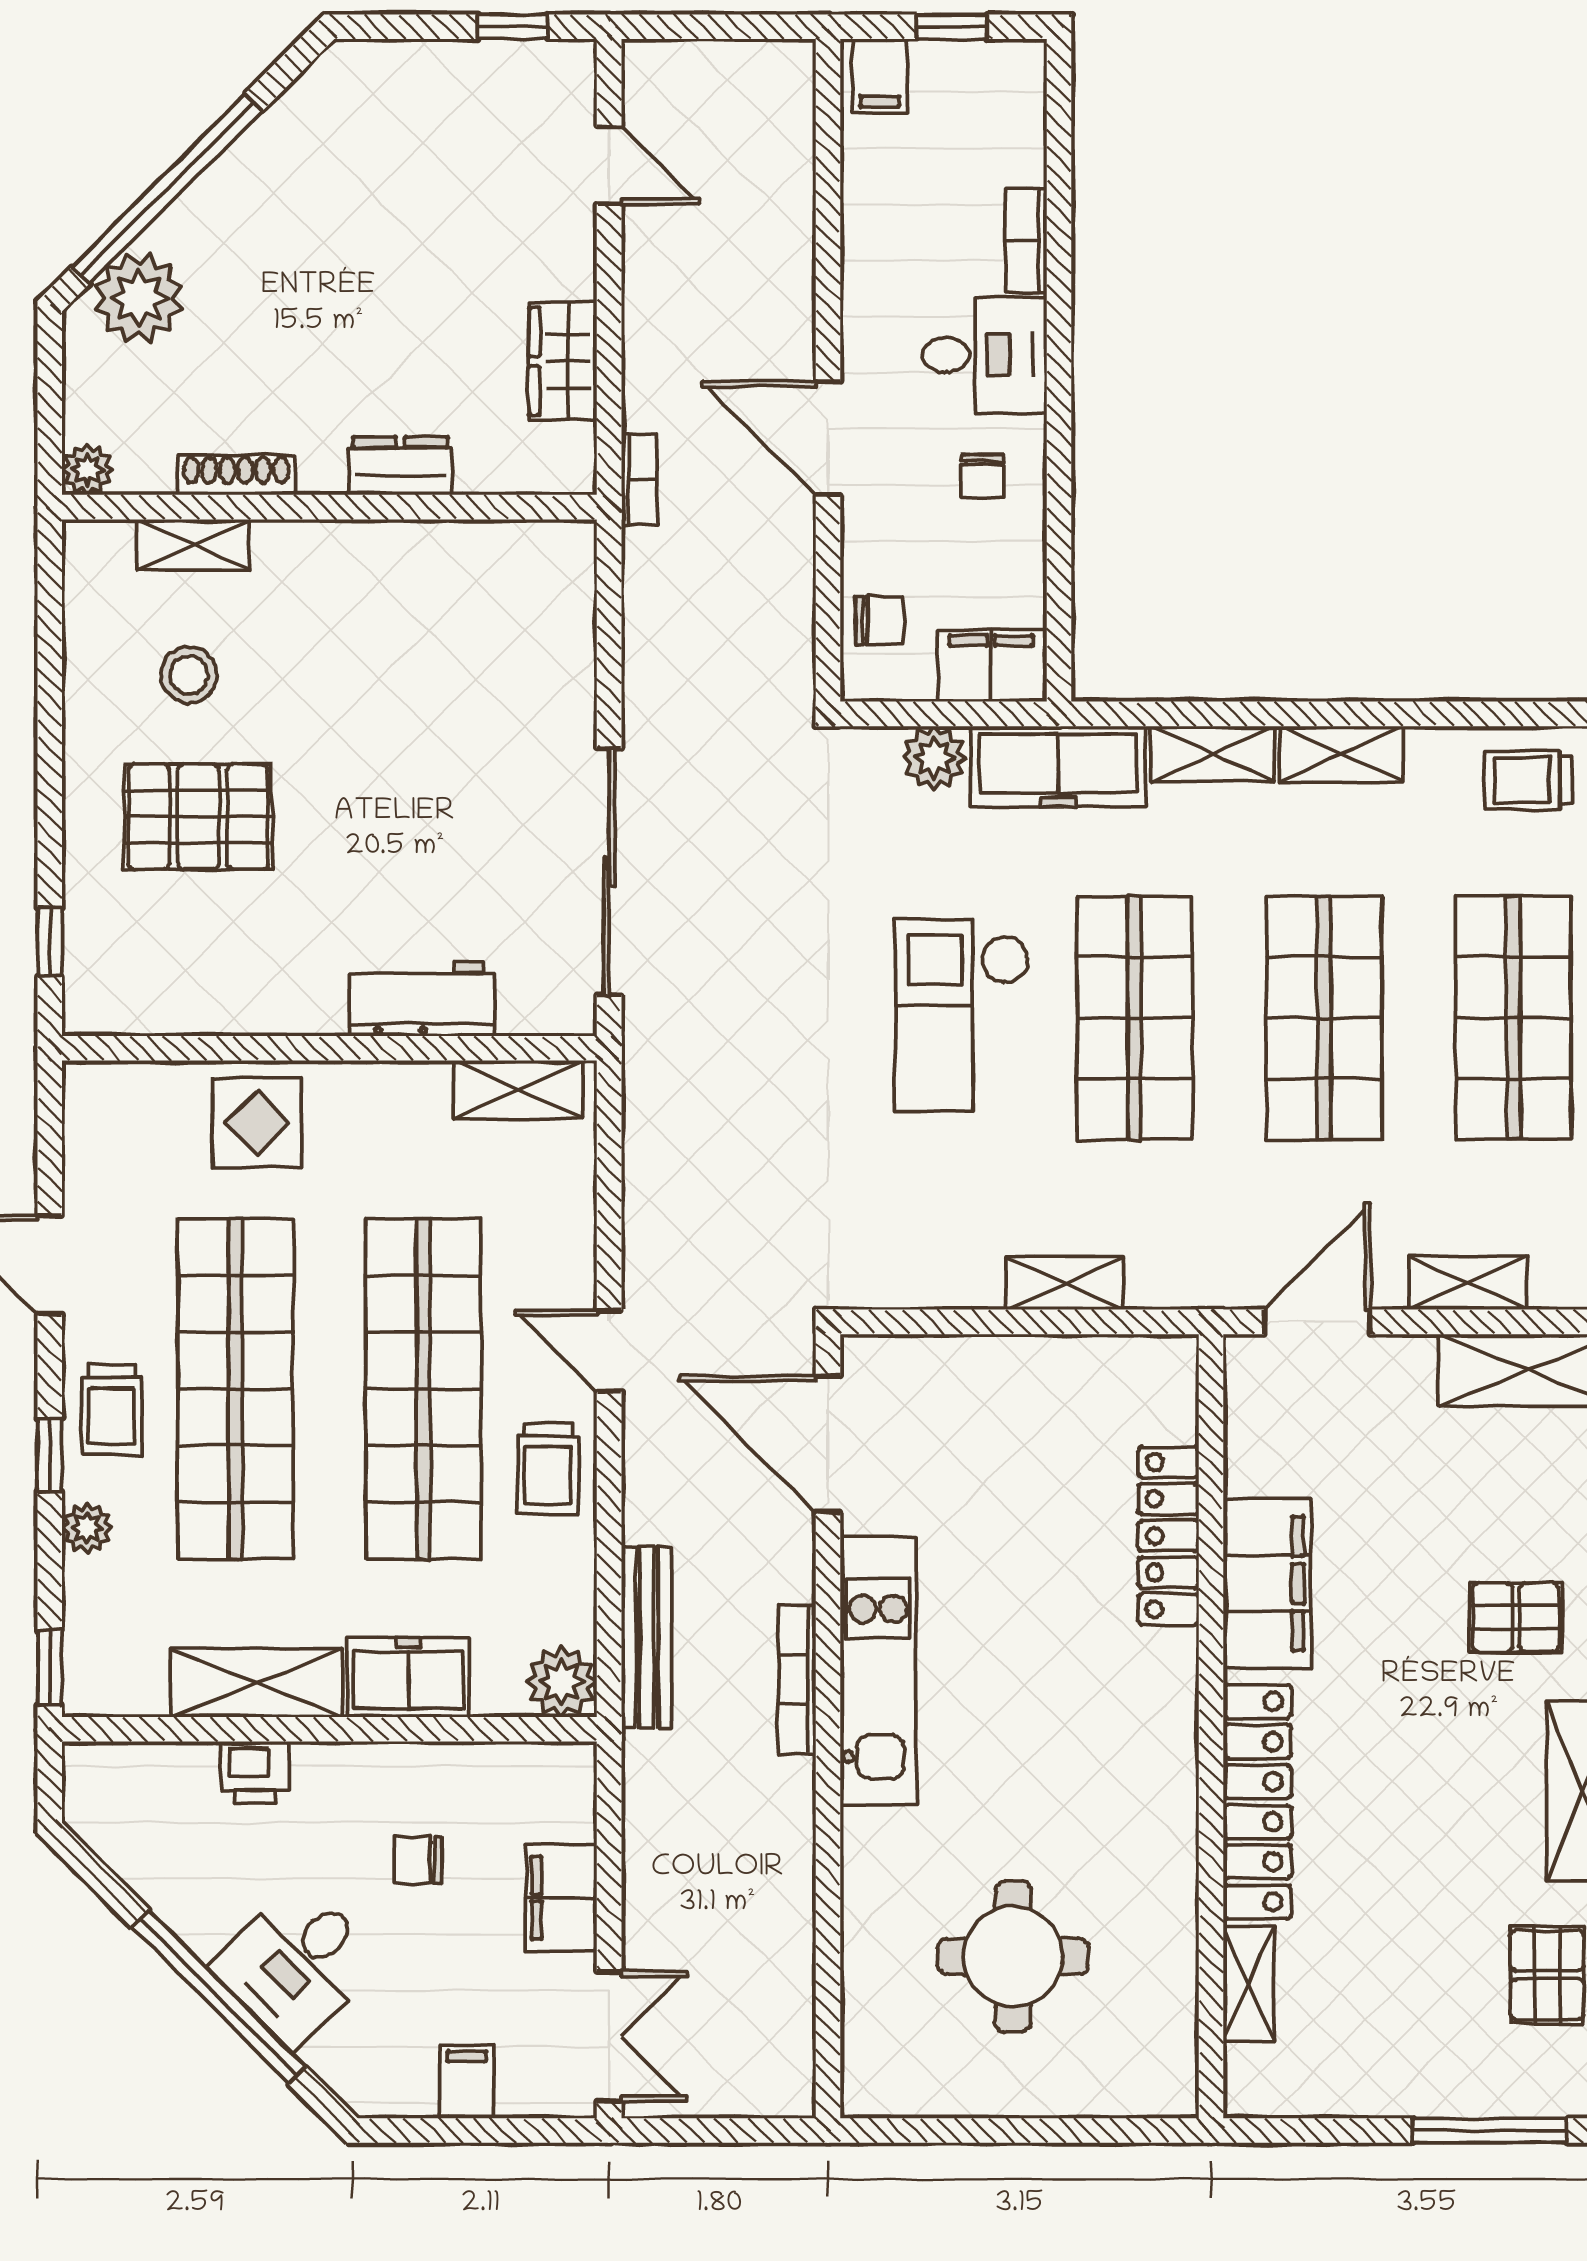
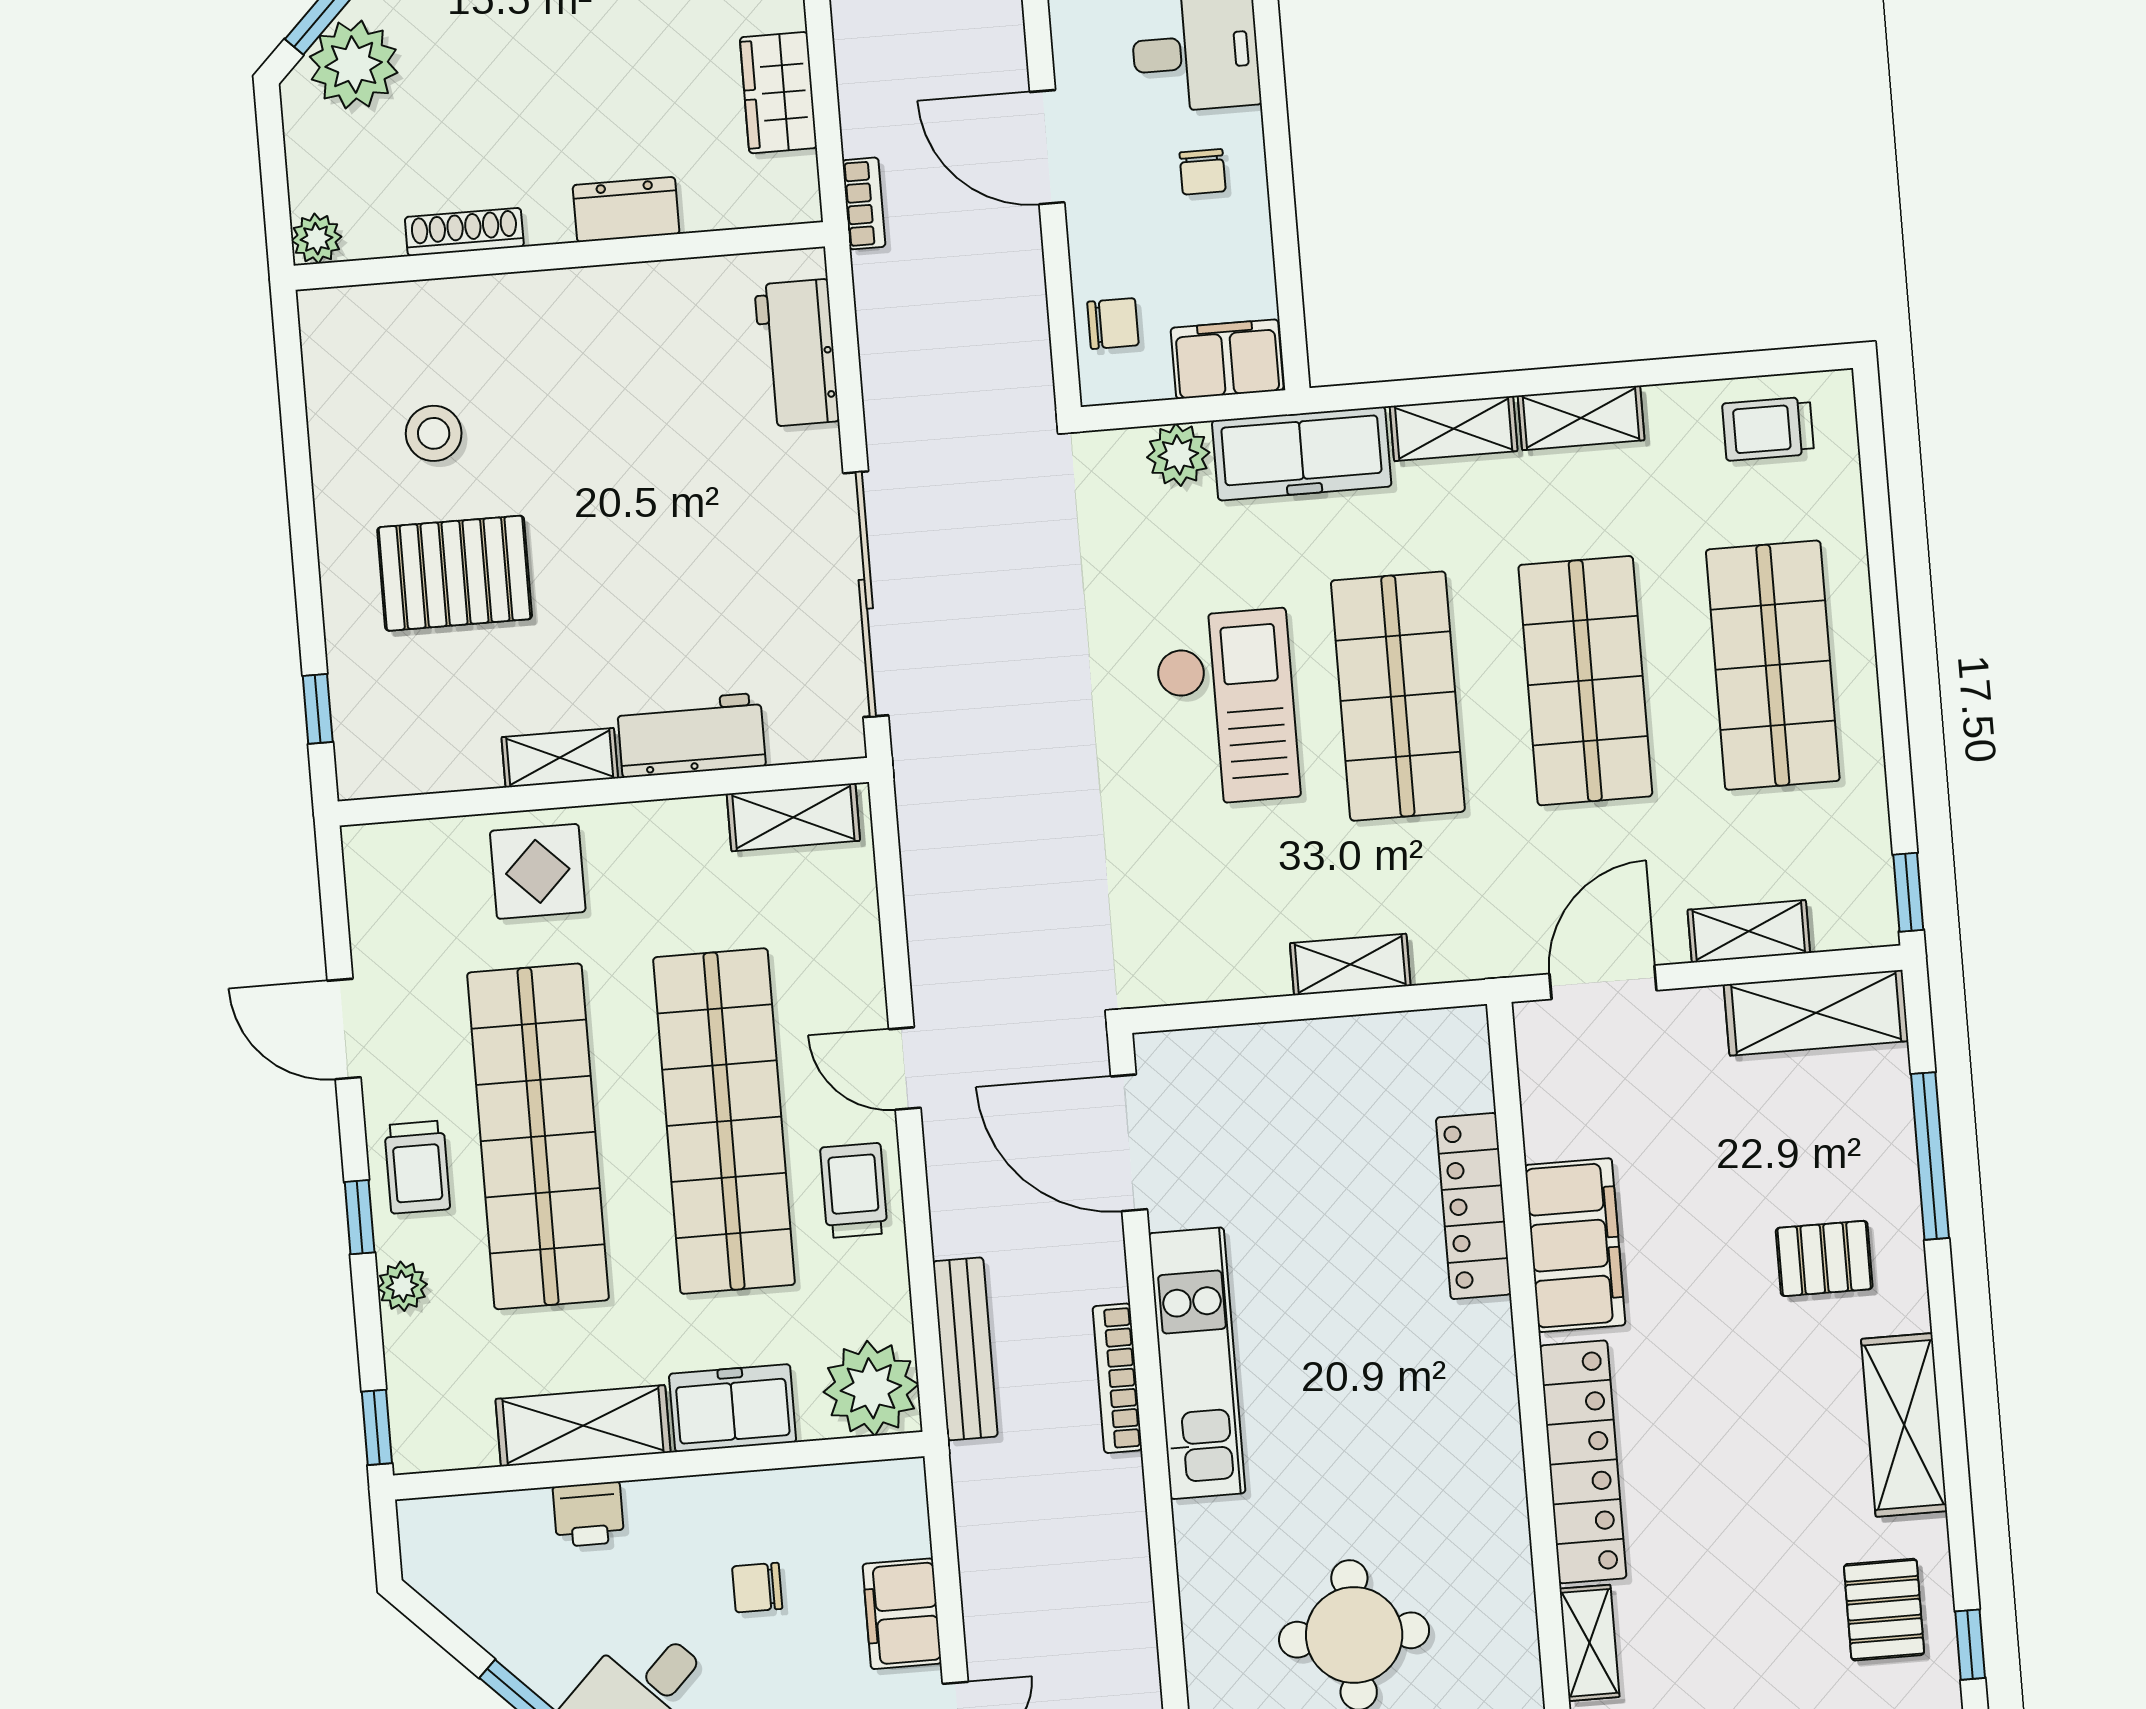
shelving: (193, 545) -> (560, 758), moved
workbench: (560, 624) -> (797, 353), added
checkout: (962, 1015) -> (1227, 707), turned 180
trolley: (548, 1469) -> (854, 1190), turned 180
plant: (562, 1682) -> (871, 1388), width x1.36, depth x1.36

